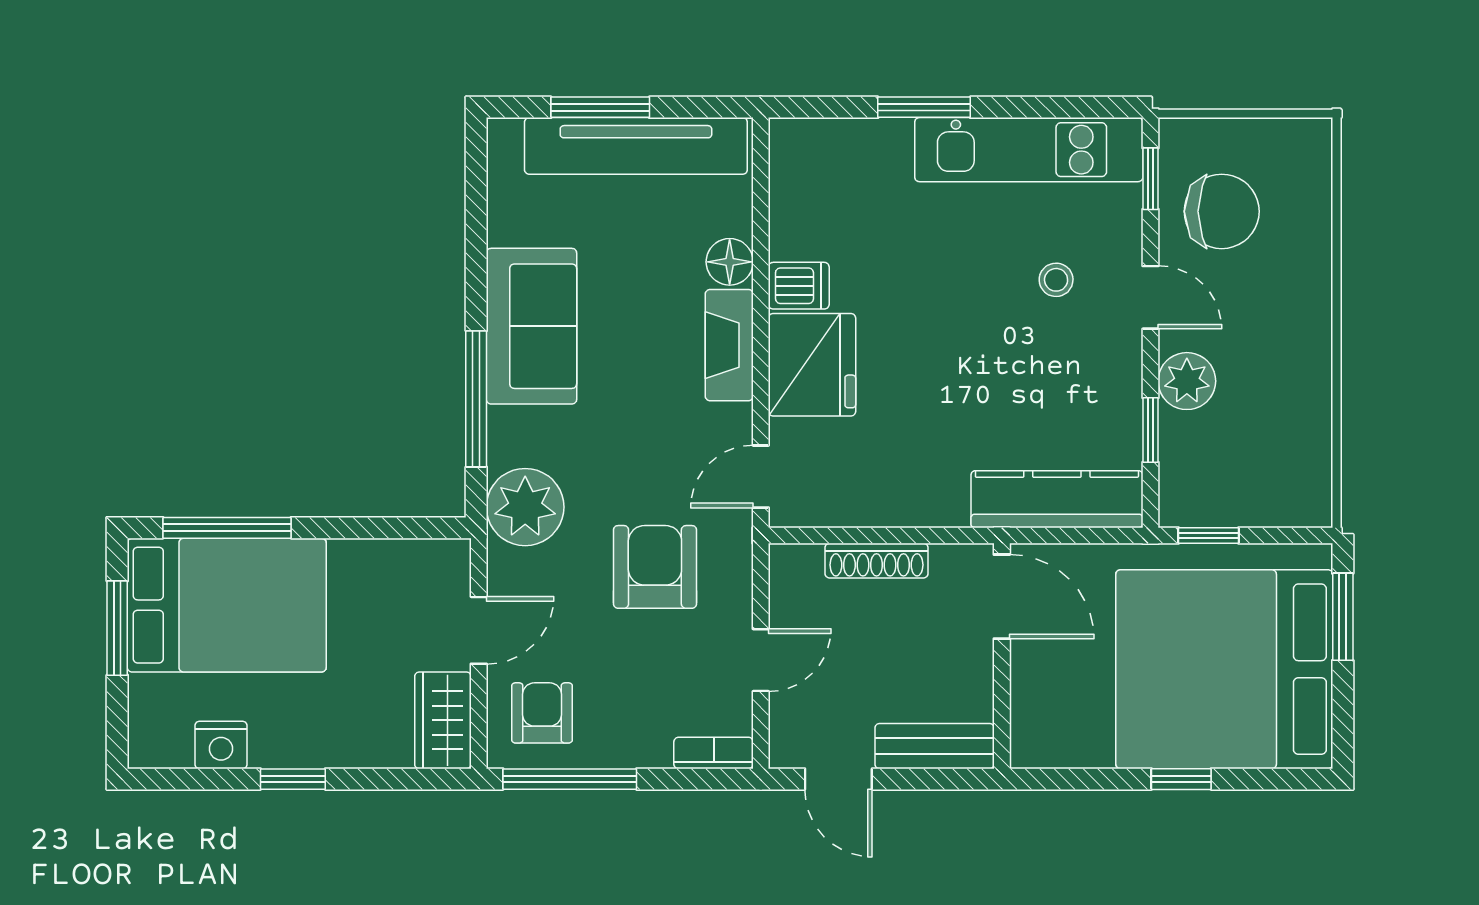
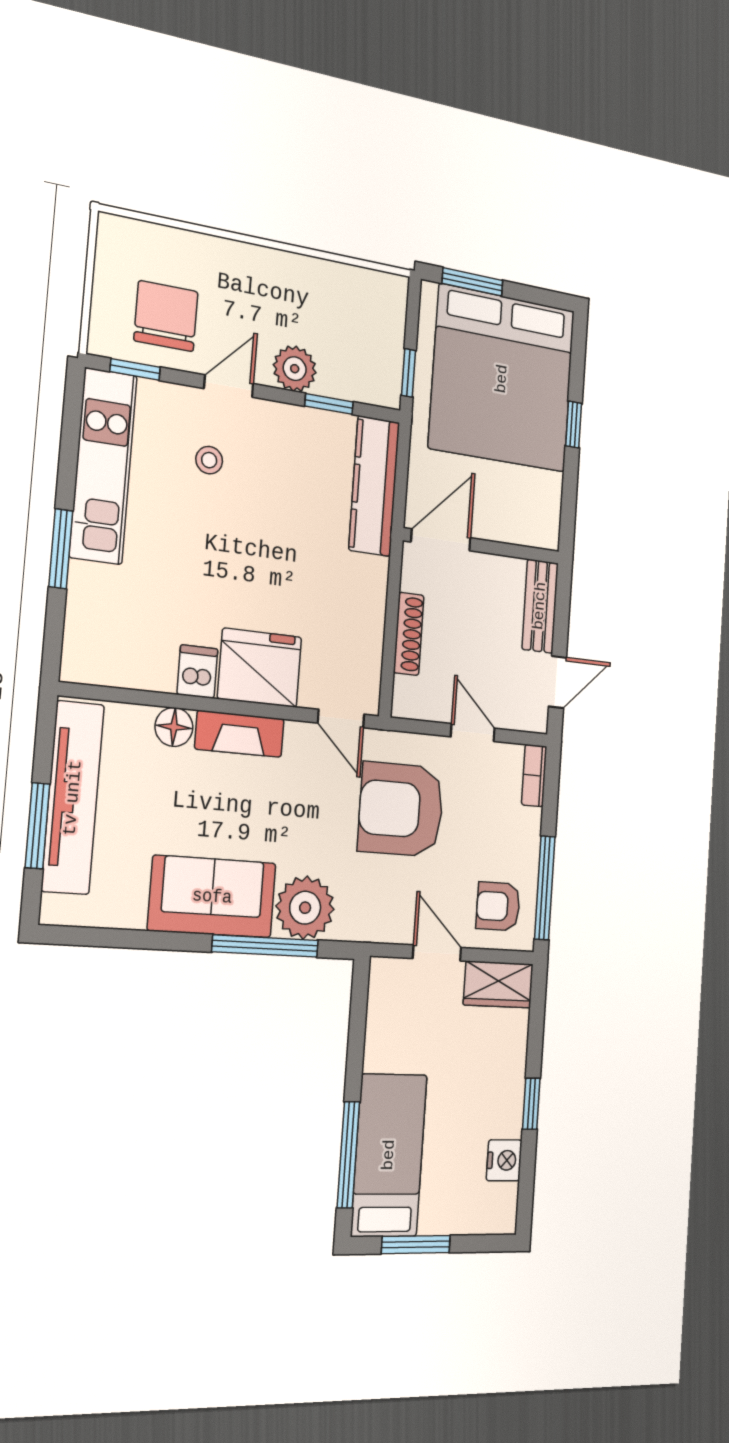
plant: (525, 507) -> (305, 908), moved
armchair: (655, 567) -> (401, 809), width x1.36, depth x1.36
bed: (227, 605) -> (389, 1155), width x0.67

